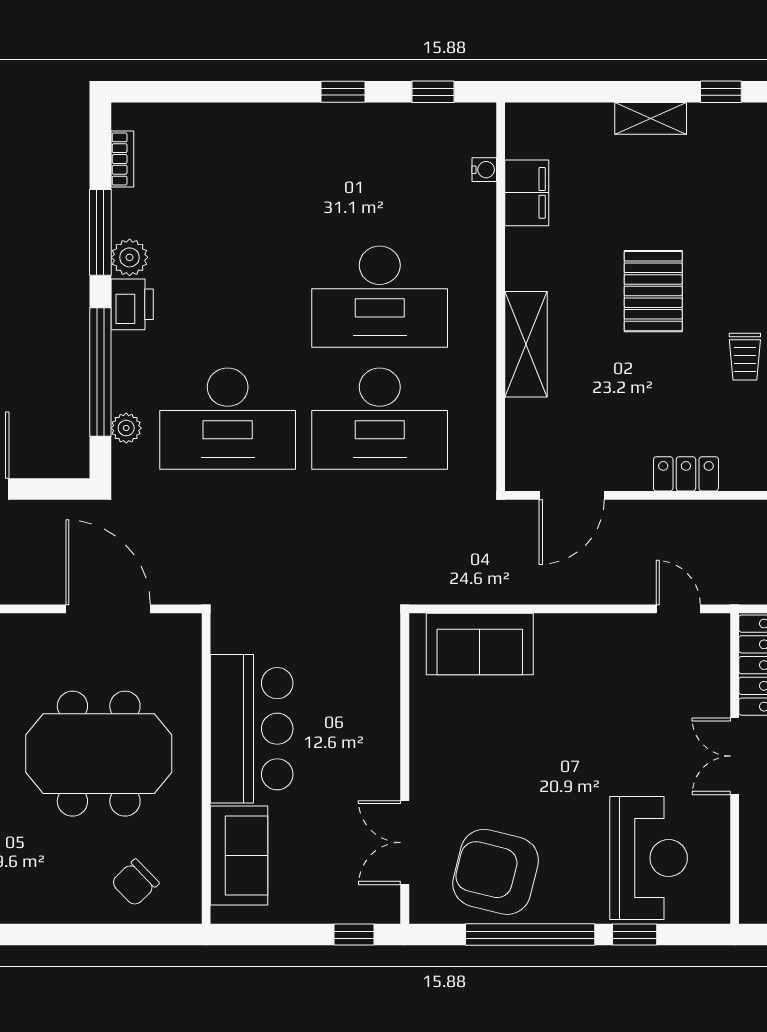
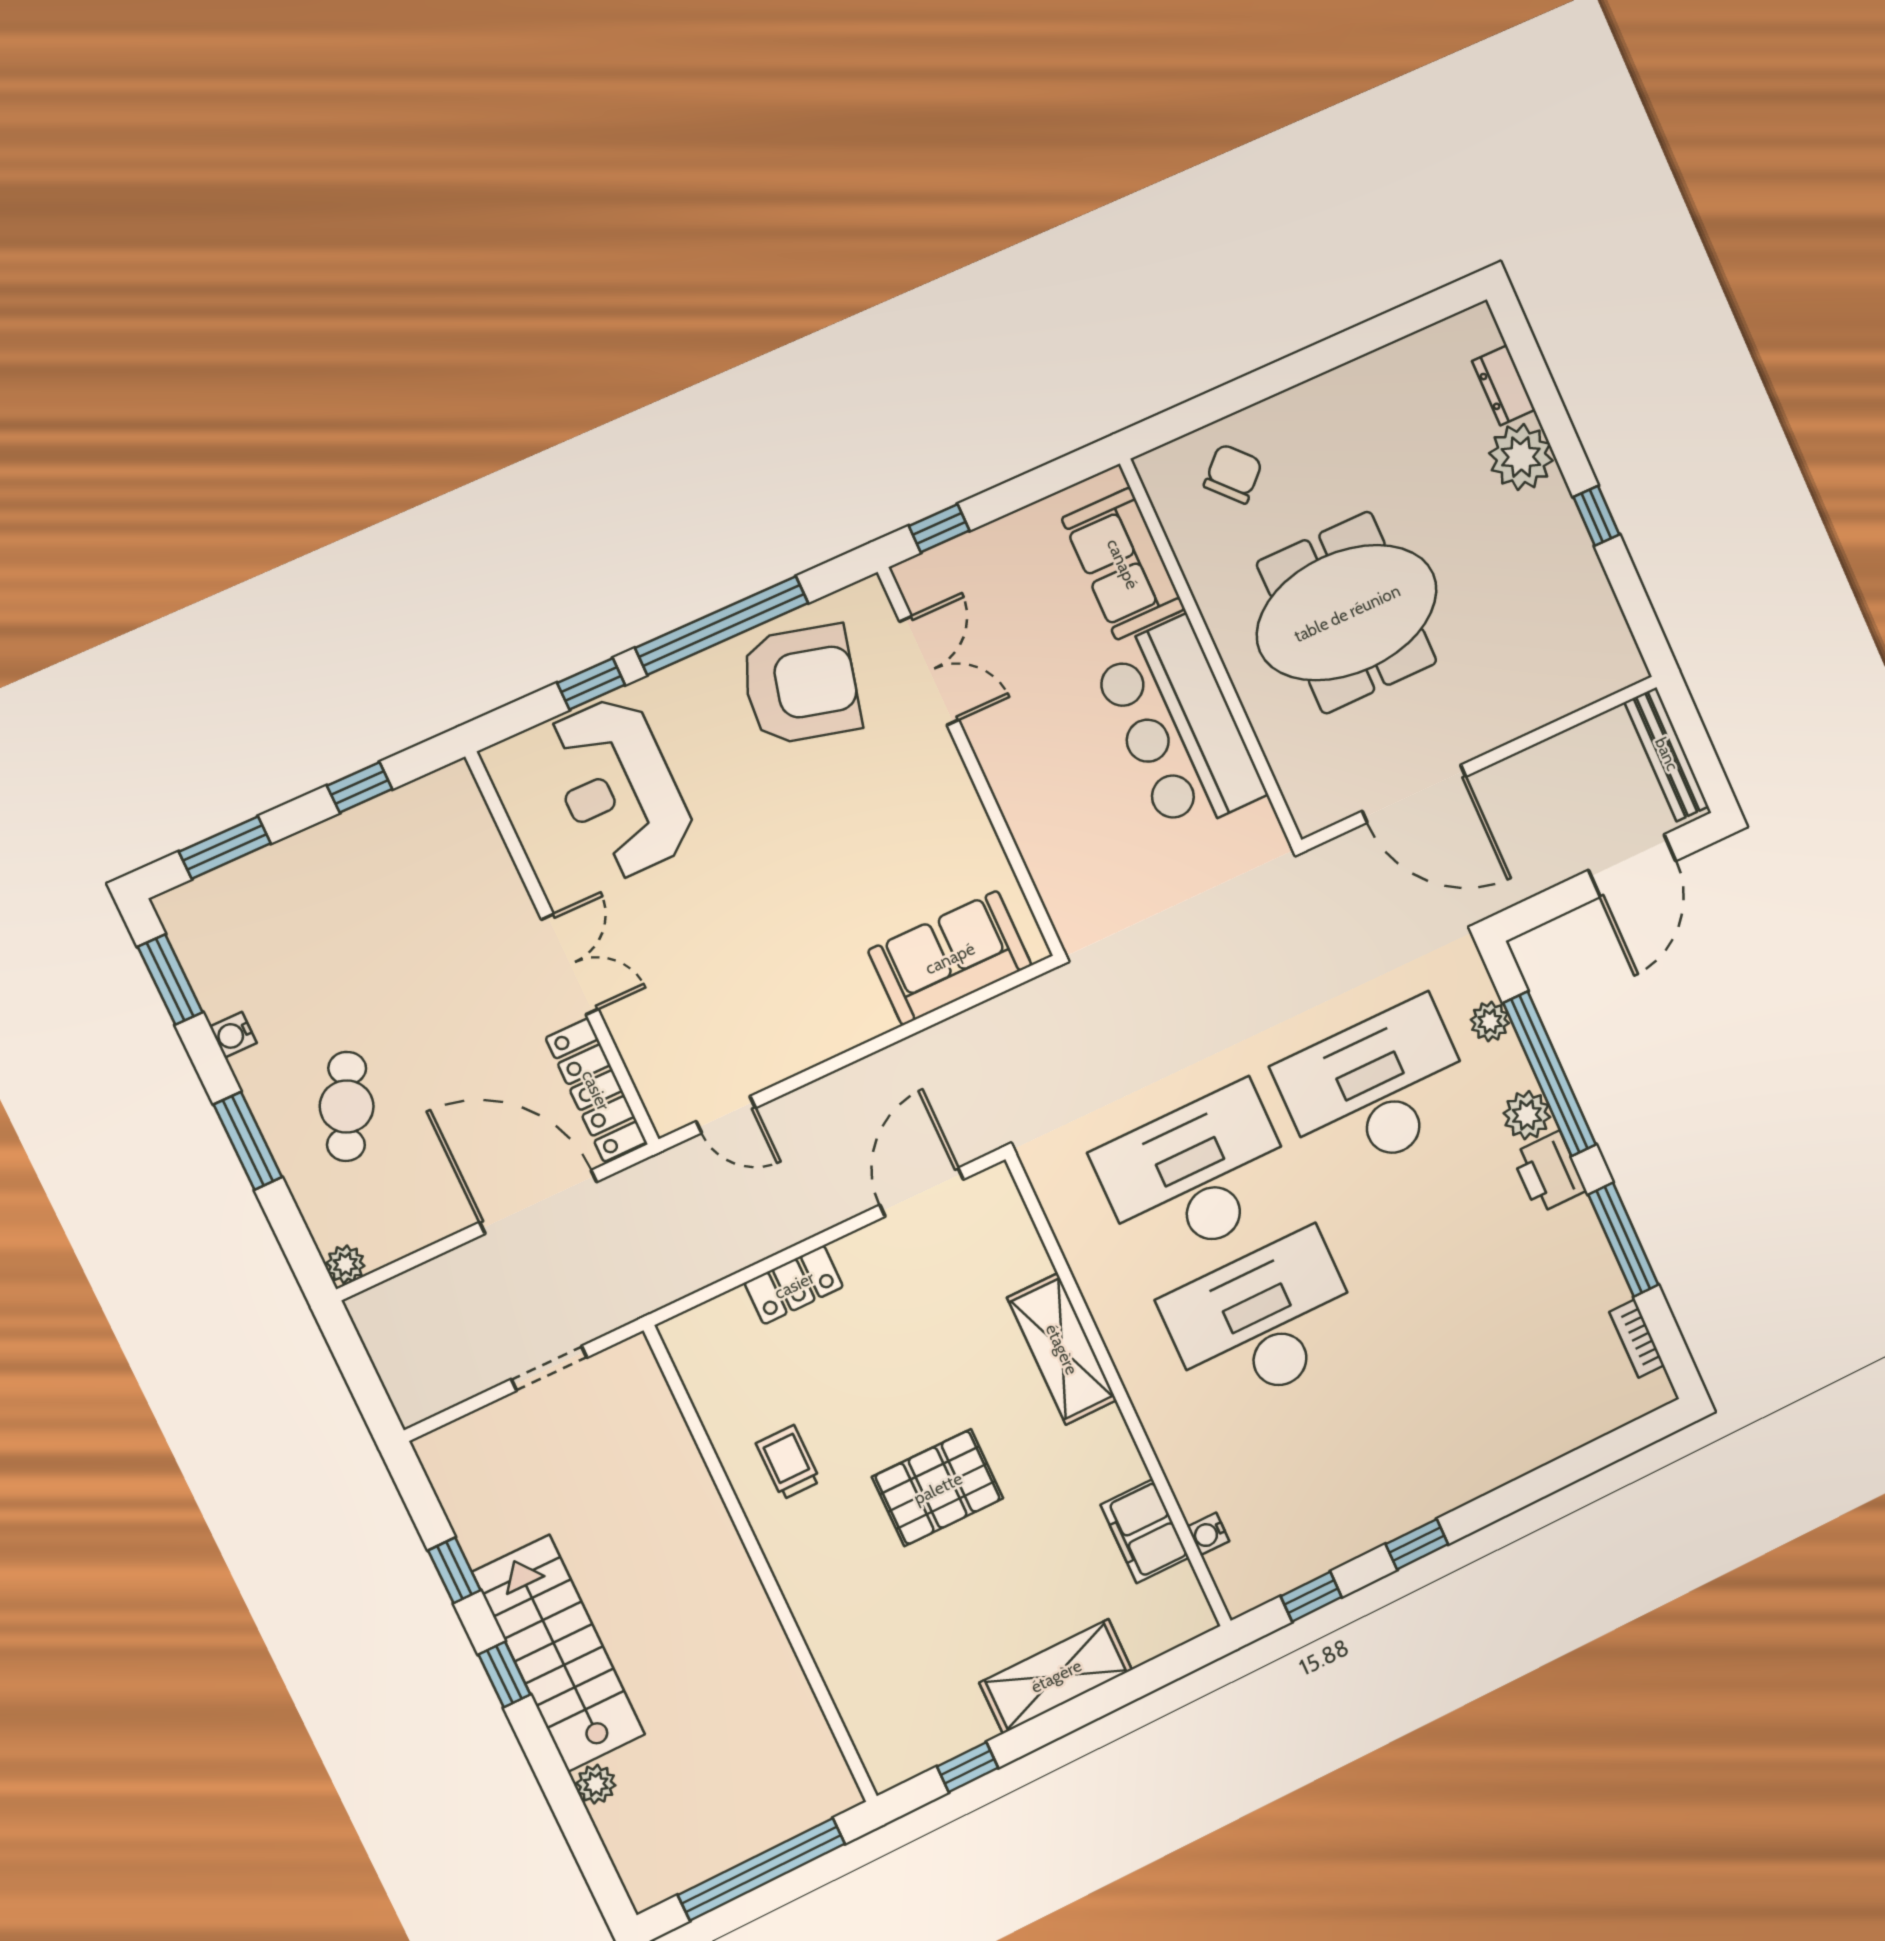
shelving: (651, 118) -> (1056, 1676), width x1.50, depth x1.33
plant: (130, 257) -> (1527, 1115), moved
pallet: (653, 291) -> (938, 1488), turned 90

